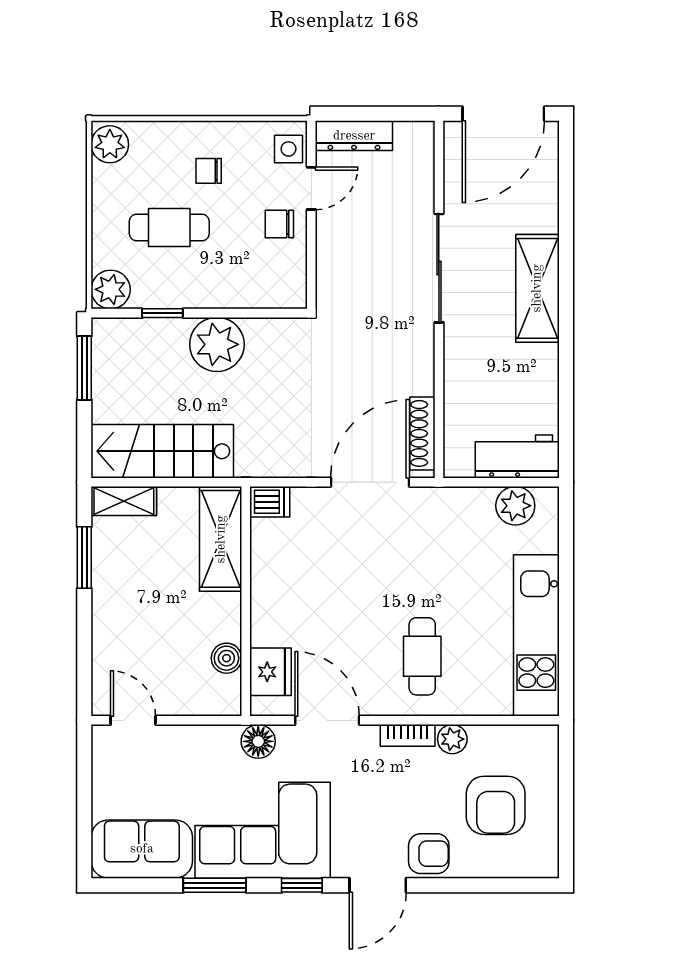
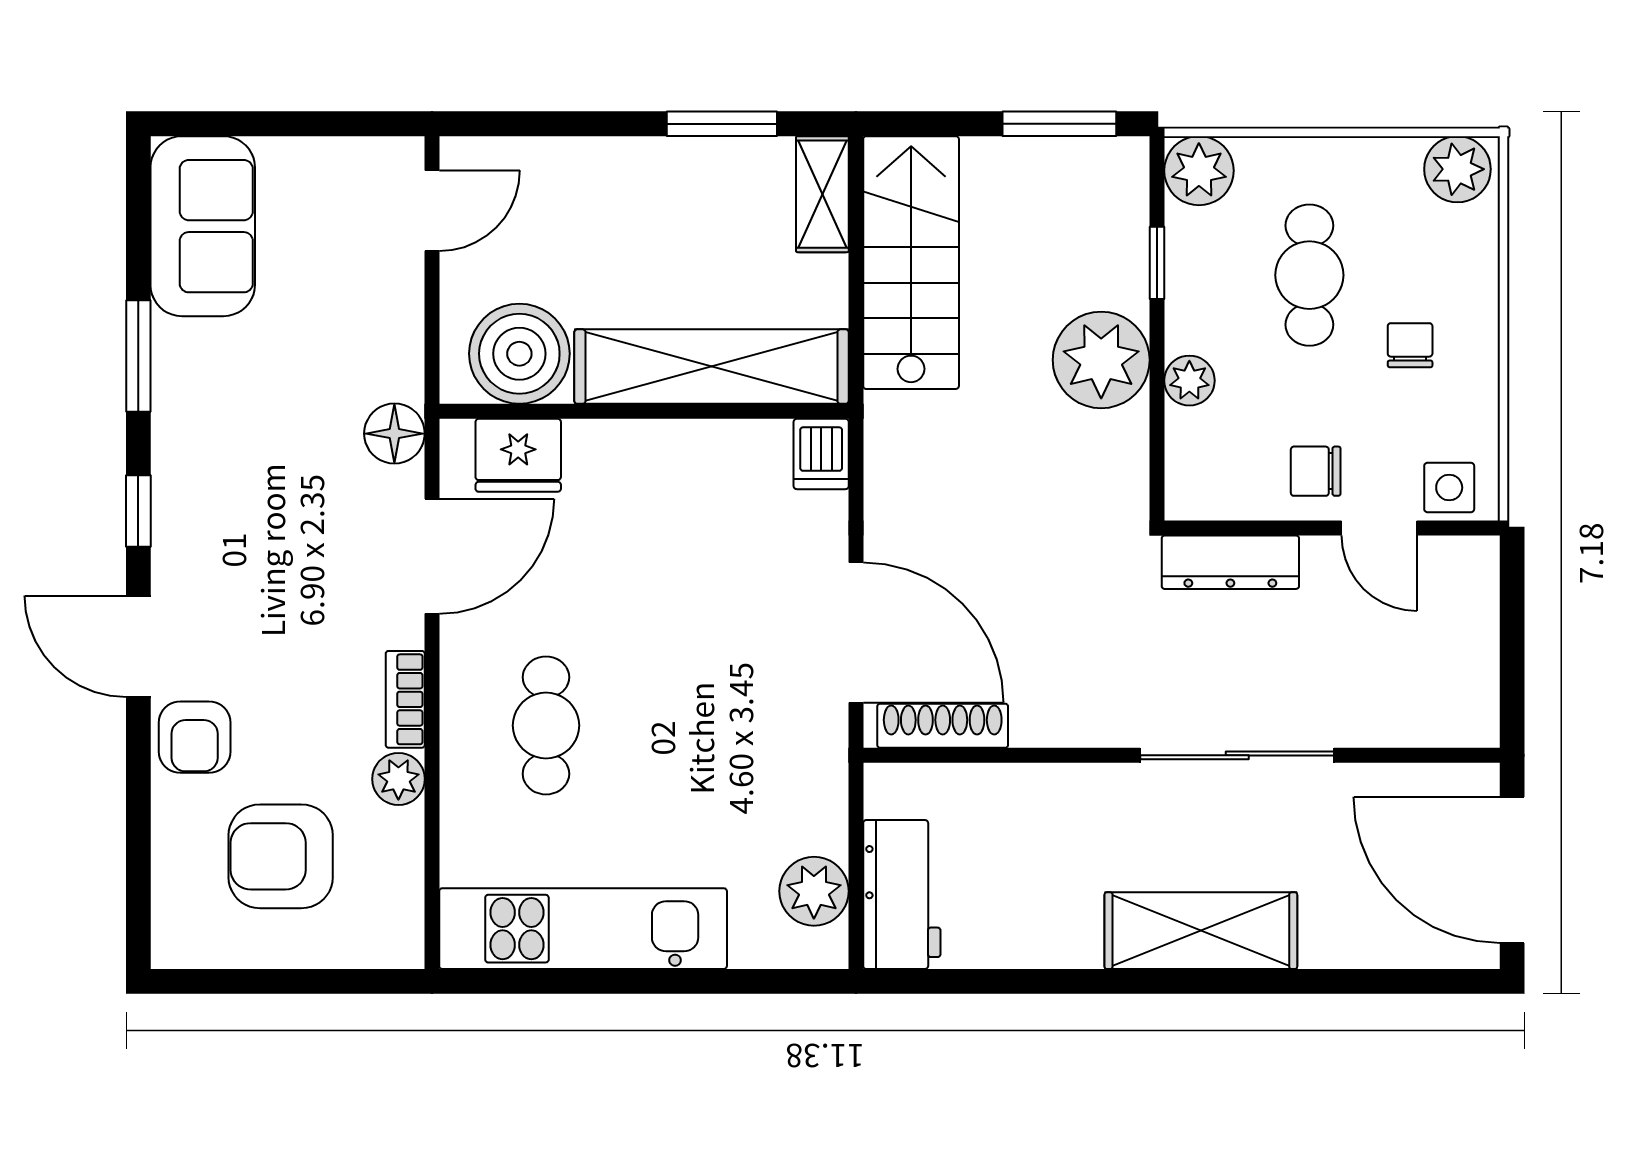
dresser: (354, 136) -> (1230, 562), moved, turned -90
chair: (279, 224) -> (1316, 471), turned -90
plant: (229, 295) -> (1189, 381), added
shelving: (221, 539) -> (711, 367), width x1.47
cafe table: (422, 656) -> (546, 725), turned 90
boiler: (226, 658) -> (519, 354), width x1.86, depth x1.86
corner sofa: (263, 830) -> (236, 441), removed

